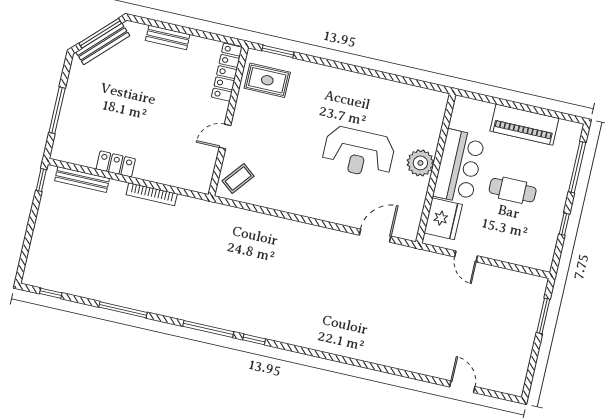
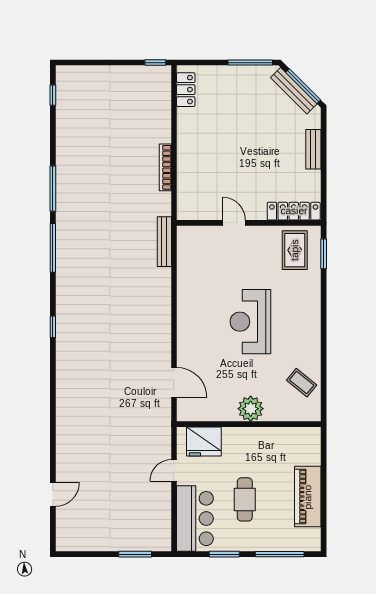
window: (57, 110) -> (250, 63), moved
reception desk: (359, 152) -> (250, 322), moved
locker: (116, 164) -> (186, 90), moved
bar counter: (459, 166) -> (195, 519), moved, turned -90
coffee table: (238, 178) -> (302, 383), moved
bench: (82, 180) -> (164, 242), moved
window: (564, 224) -> (224, 554), width x1.50
window: (123, 310) -> (53, 189), moved
window: (254, 339) -> (53, 327), moved

